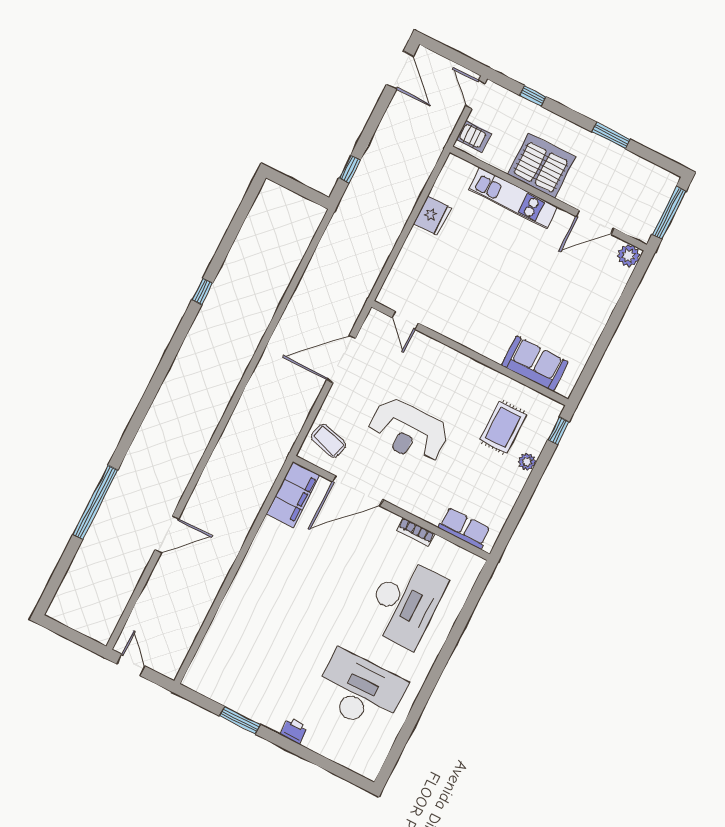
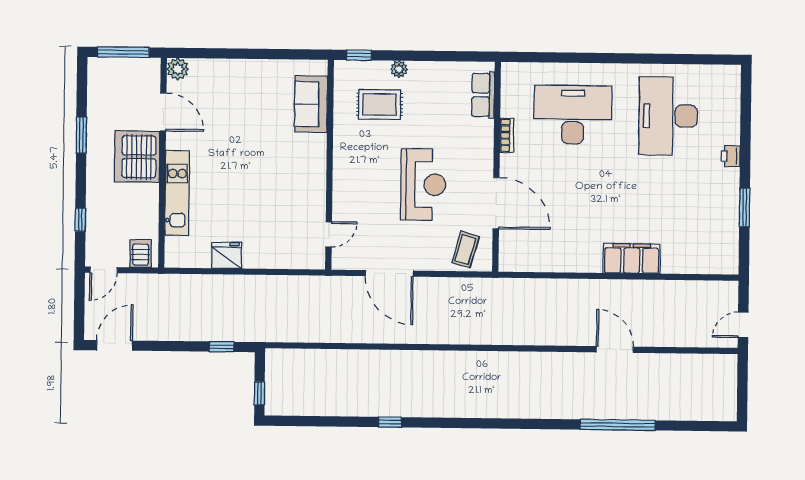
server rack: (542, 166) -> (137, 157), moved
window: (289, 183) -> (260, 393), added
filing cabinet: (293, 495) -> (632, 259), moved

